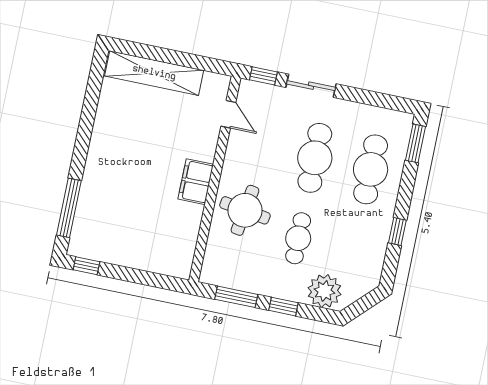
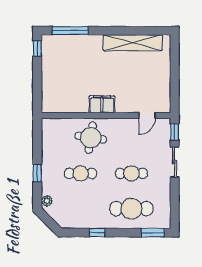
shelving: (154, 73) -> (133, 43), moved, turned 90
cafe table: (315, 158) -> (131, 173), width x0.73, depth x0.74
plant: (325, 291) -> (47, 201), width x0.53, depth x0.53
window: (236, 297) -> (37, 143), removed

